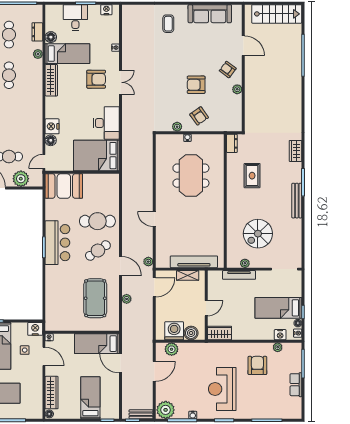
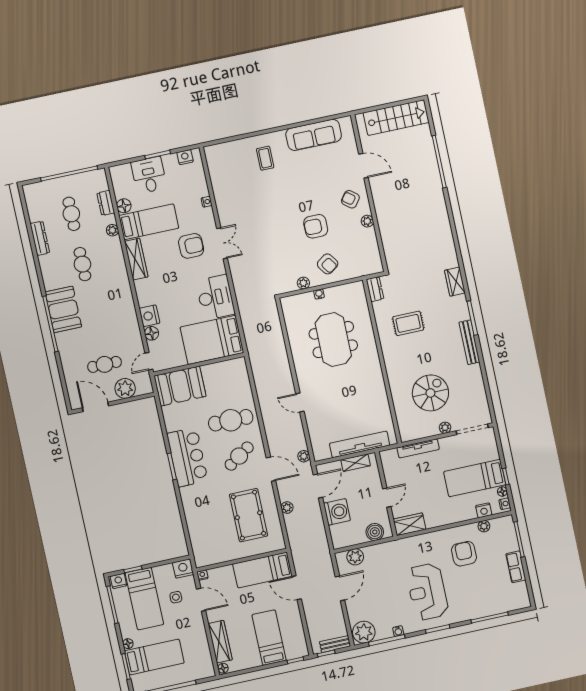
rug: (252, 176) -> (408, 323), turned 90
spiral stairs: (258, 234) -> (430, 393), turned 180
plant: (245, 263) -> (445, 428), moved
washing machine: (174, 331) -> (337, 512), moved, turned 90

